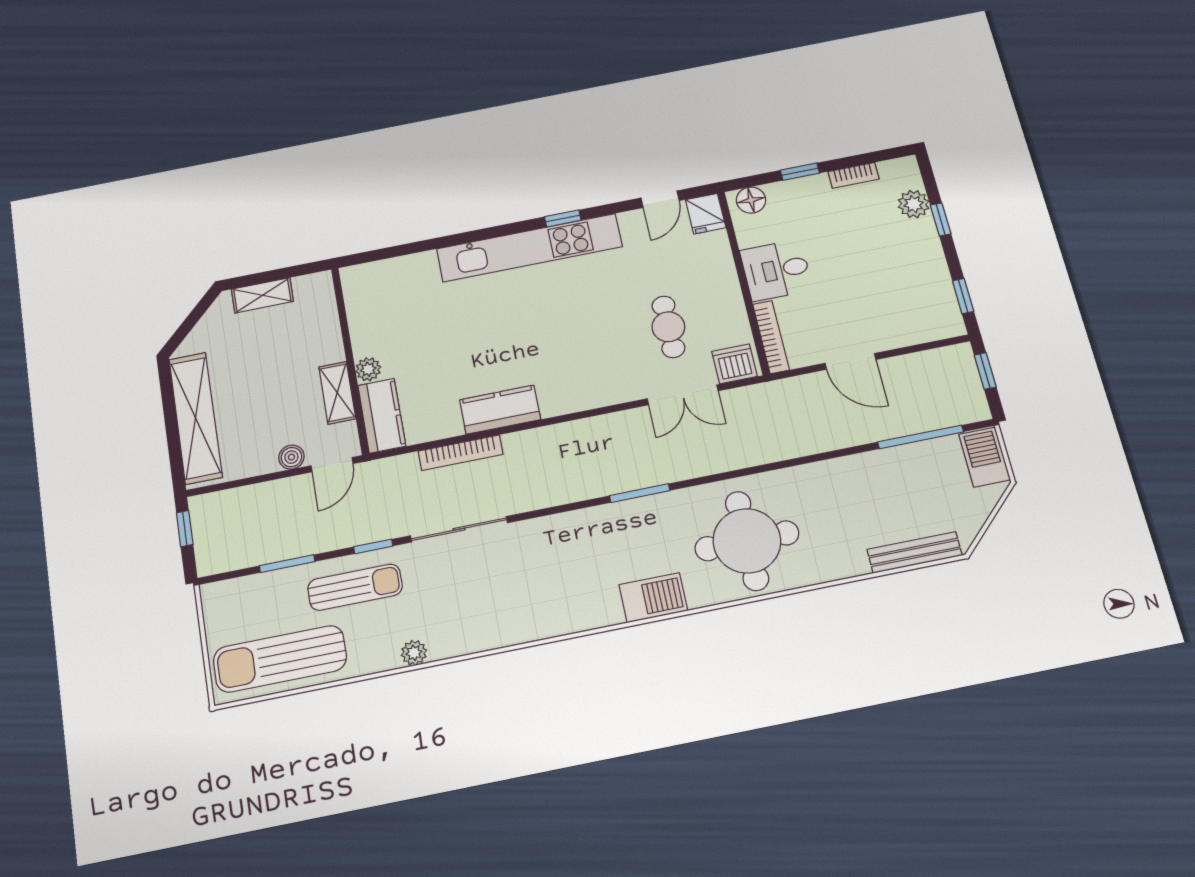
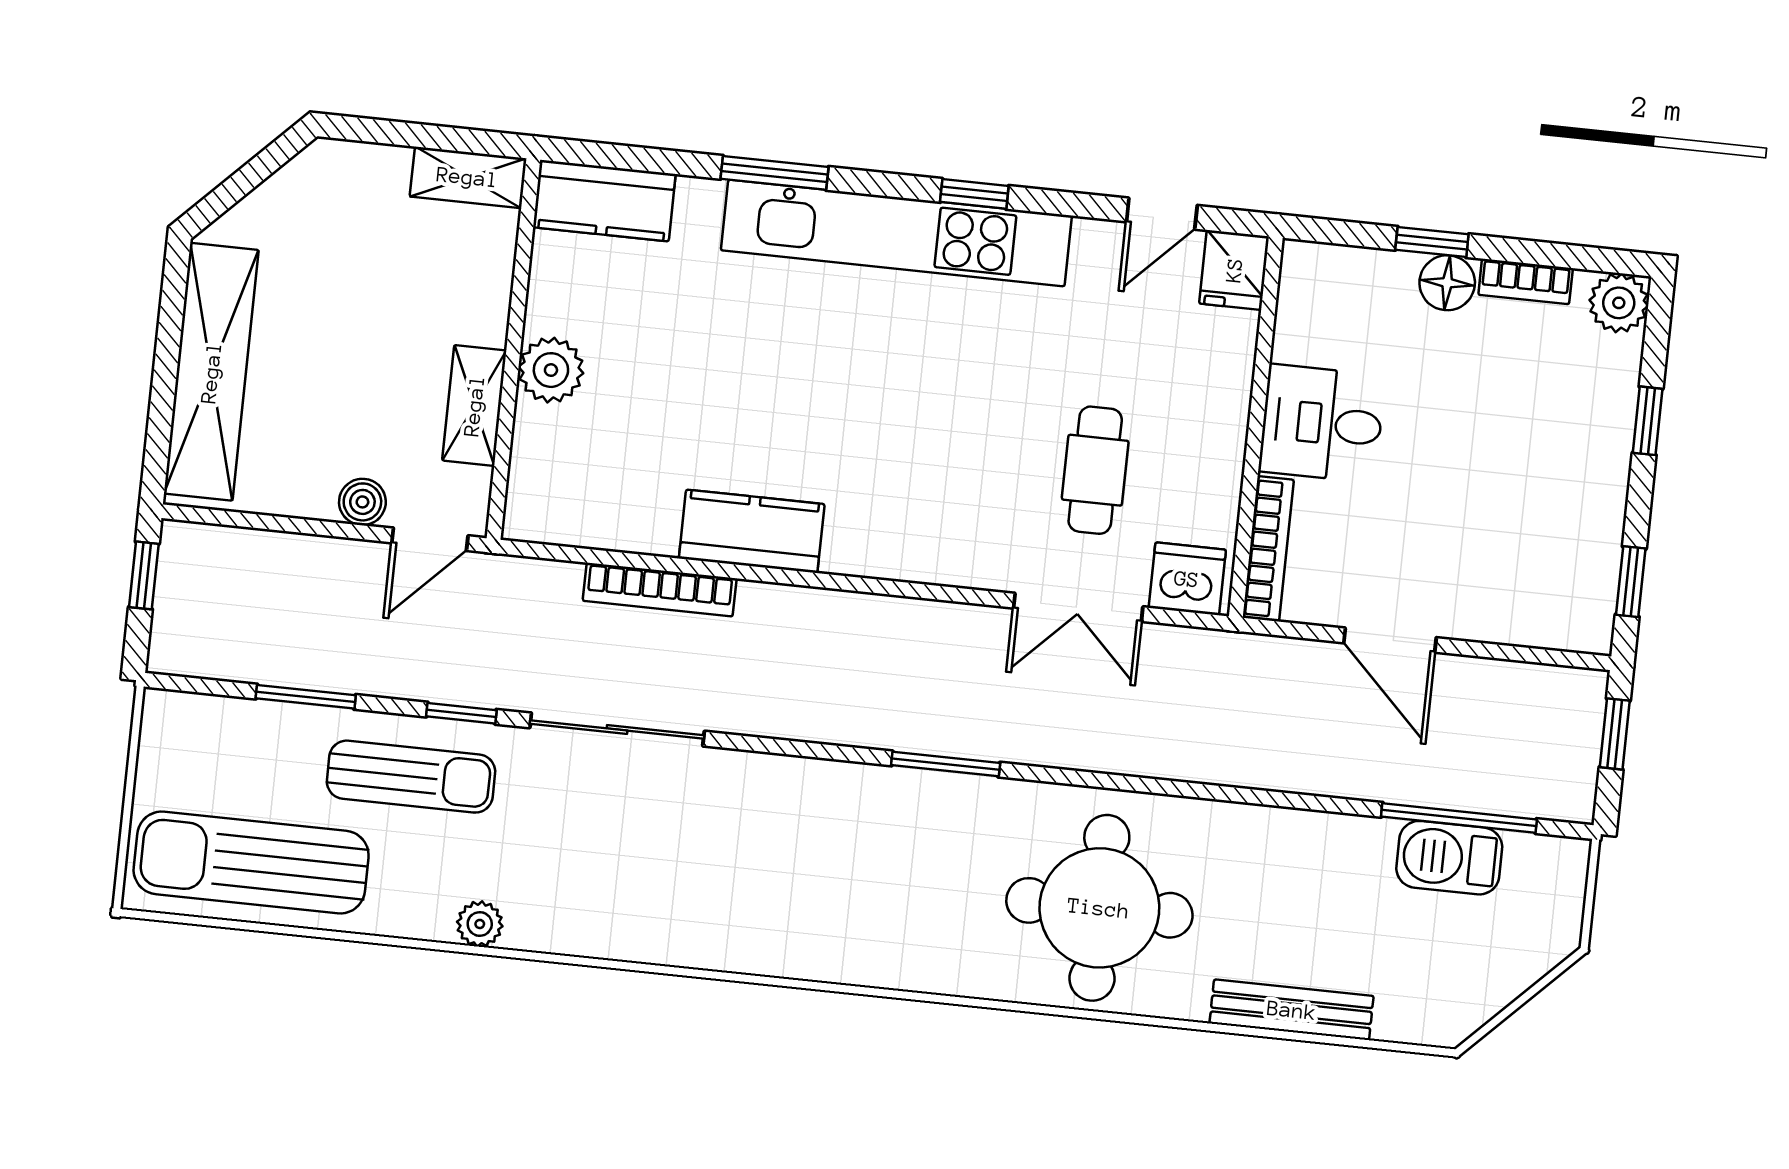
floor lamp: (751, 200) -> (1447, 283), moved
plant: (914, 204) -> (1619, 303), moved
window: (459, 239) -> (774, 173), added
shelving: (262, 295) -> (468, 177), moved
plant: (368, 369) -> (551, 370), width x1.38, depth x1.38
kitchen counter: (382, 416) -> (604, 201), moved, turned 90
barbecue: (984, 457) -> (1449, 858), moved, turned -90
bench: (915, 552) -> (1292, 1010), moved
barbecue: (653, 598) -> (910, 957), removed

